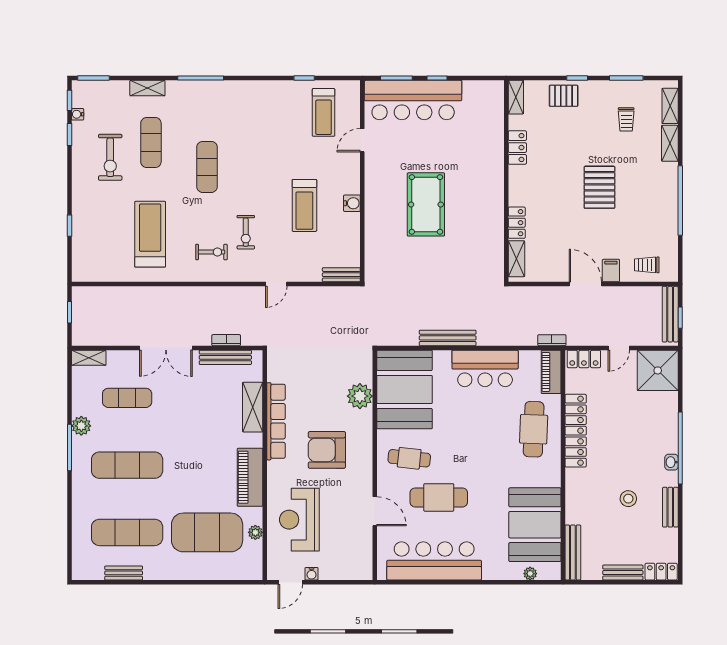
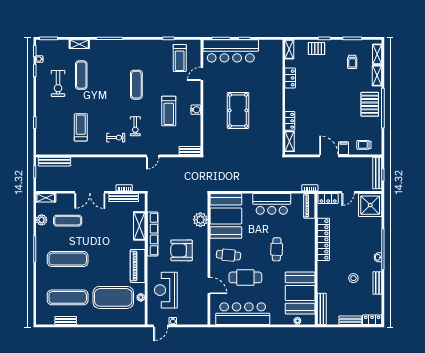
exercise mat: (207, 167) -> (136, 85), moved
pallet: (599, 187) -> (370, 104), moved
treadmill: (150, 234) -> (81, 127), width x0.73, depth x0.73
bench: (448, 338) -> (54, 162), moved
plant: (81, 426) -> (42, 220), moved
cafe table: (534, 429) -> (277, 249), moved, width x0.73, depth x0.74

